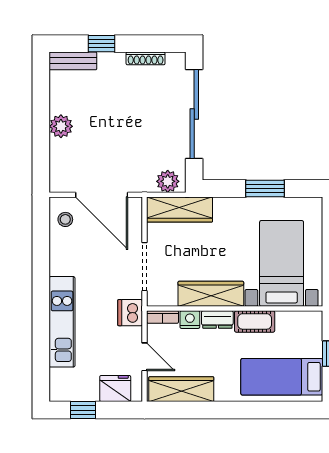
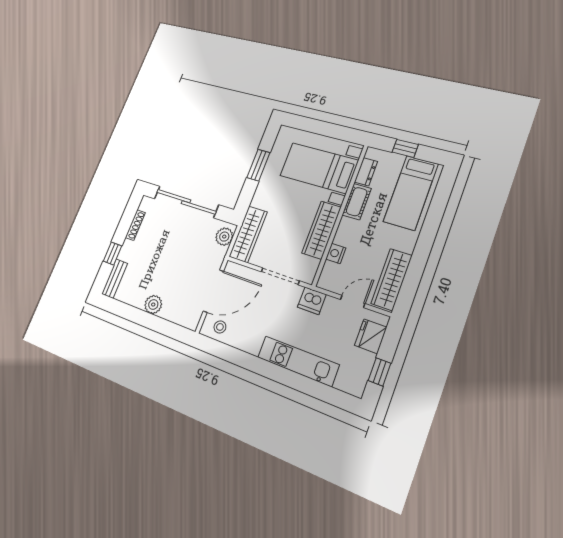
bookcase: (163, 317) -> (325, 275), removed
dresser: (217, 319) -> (366, 172), moved

